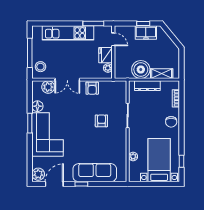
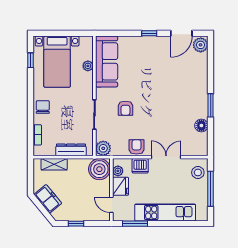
freezer: (146, 33) -> (48, 199), moved, turned 51
boiler: (141, 69) -> (99, 169), moved
dishwasher: (89, 72) -> (140, 166), added
plant: (48, 87) -> (103, 148), moved
corner sofa: (48, 134) -> (189, 92), removed
sofa: (95, 173) -> (107, 61), moved, turned -90

